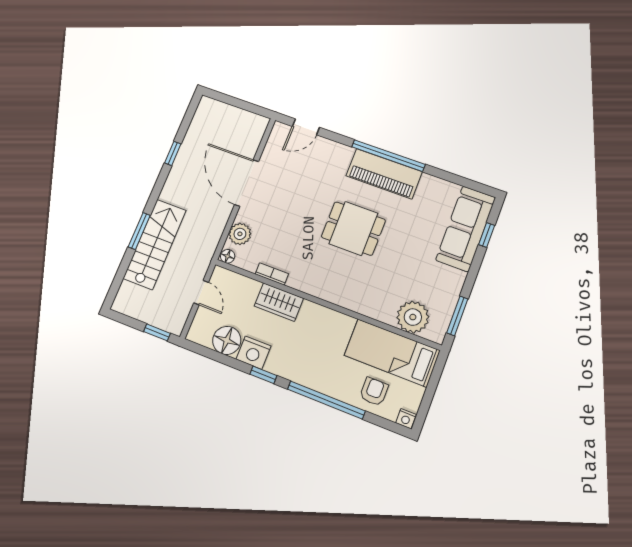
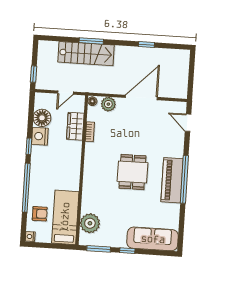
window: (487, 235) -> (127, 251), moved
wardrobe: (279, 302) -> (75, 126), moved

